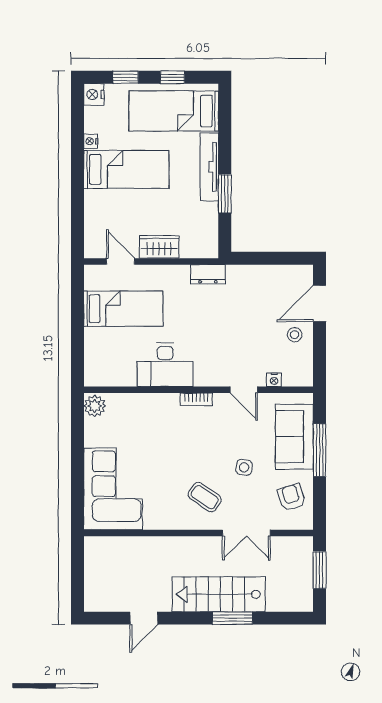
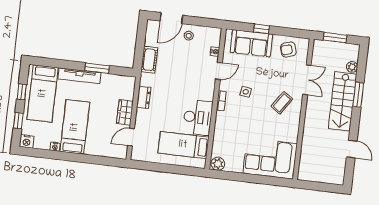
dresser: (208, 274) -> (144, 97), moved
cot: (248, 276) -> (149, 60), added
door: (320, 303) -> (171, 18), hinge flipped
bed: (123, 309) -> (183, 145), moved, turned -90
window: (320, 450) -> (261, 29), width x0.46
side table: (244, 467) -> (246, 92), moved
plant: (276, 603) -> (352, 67), added

